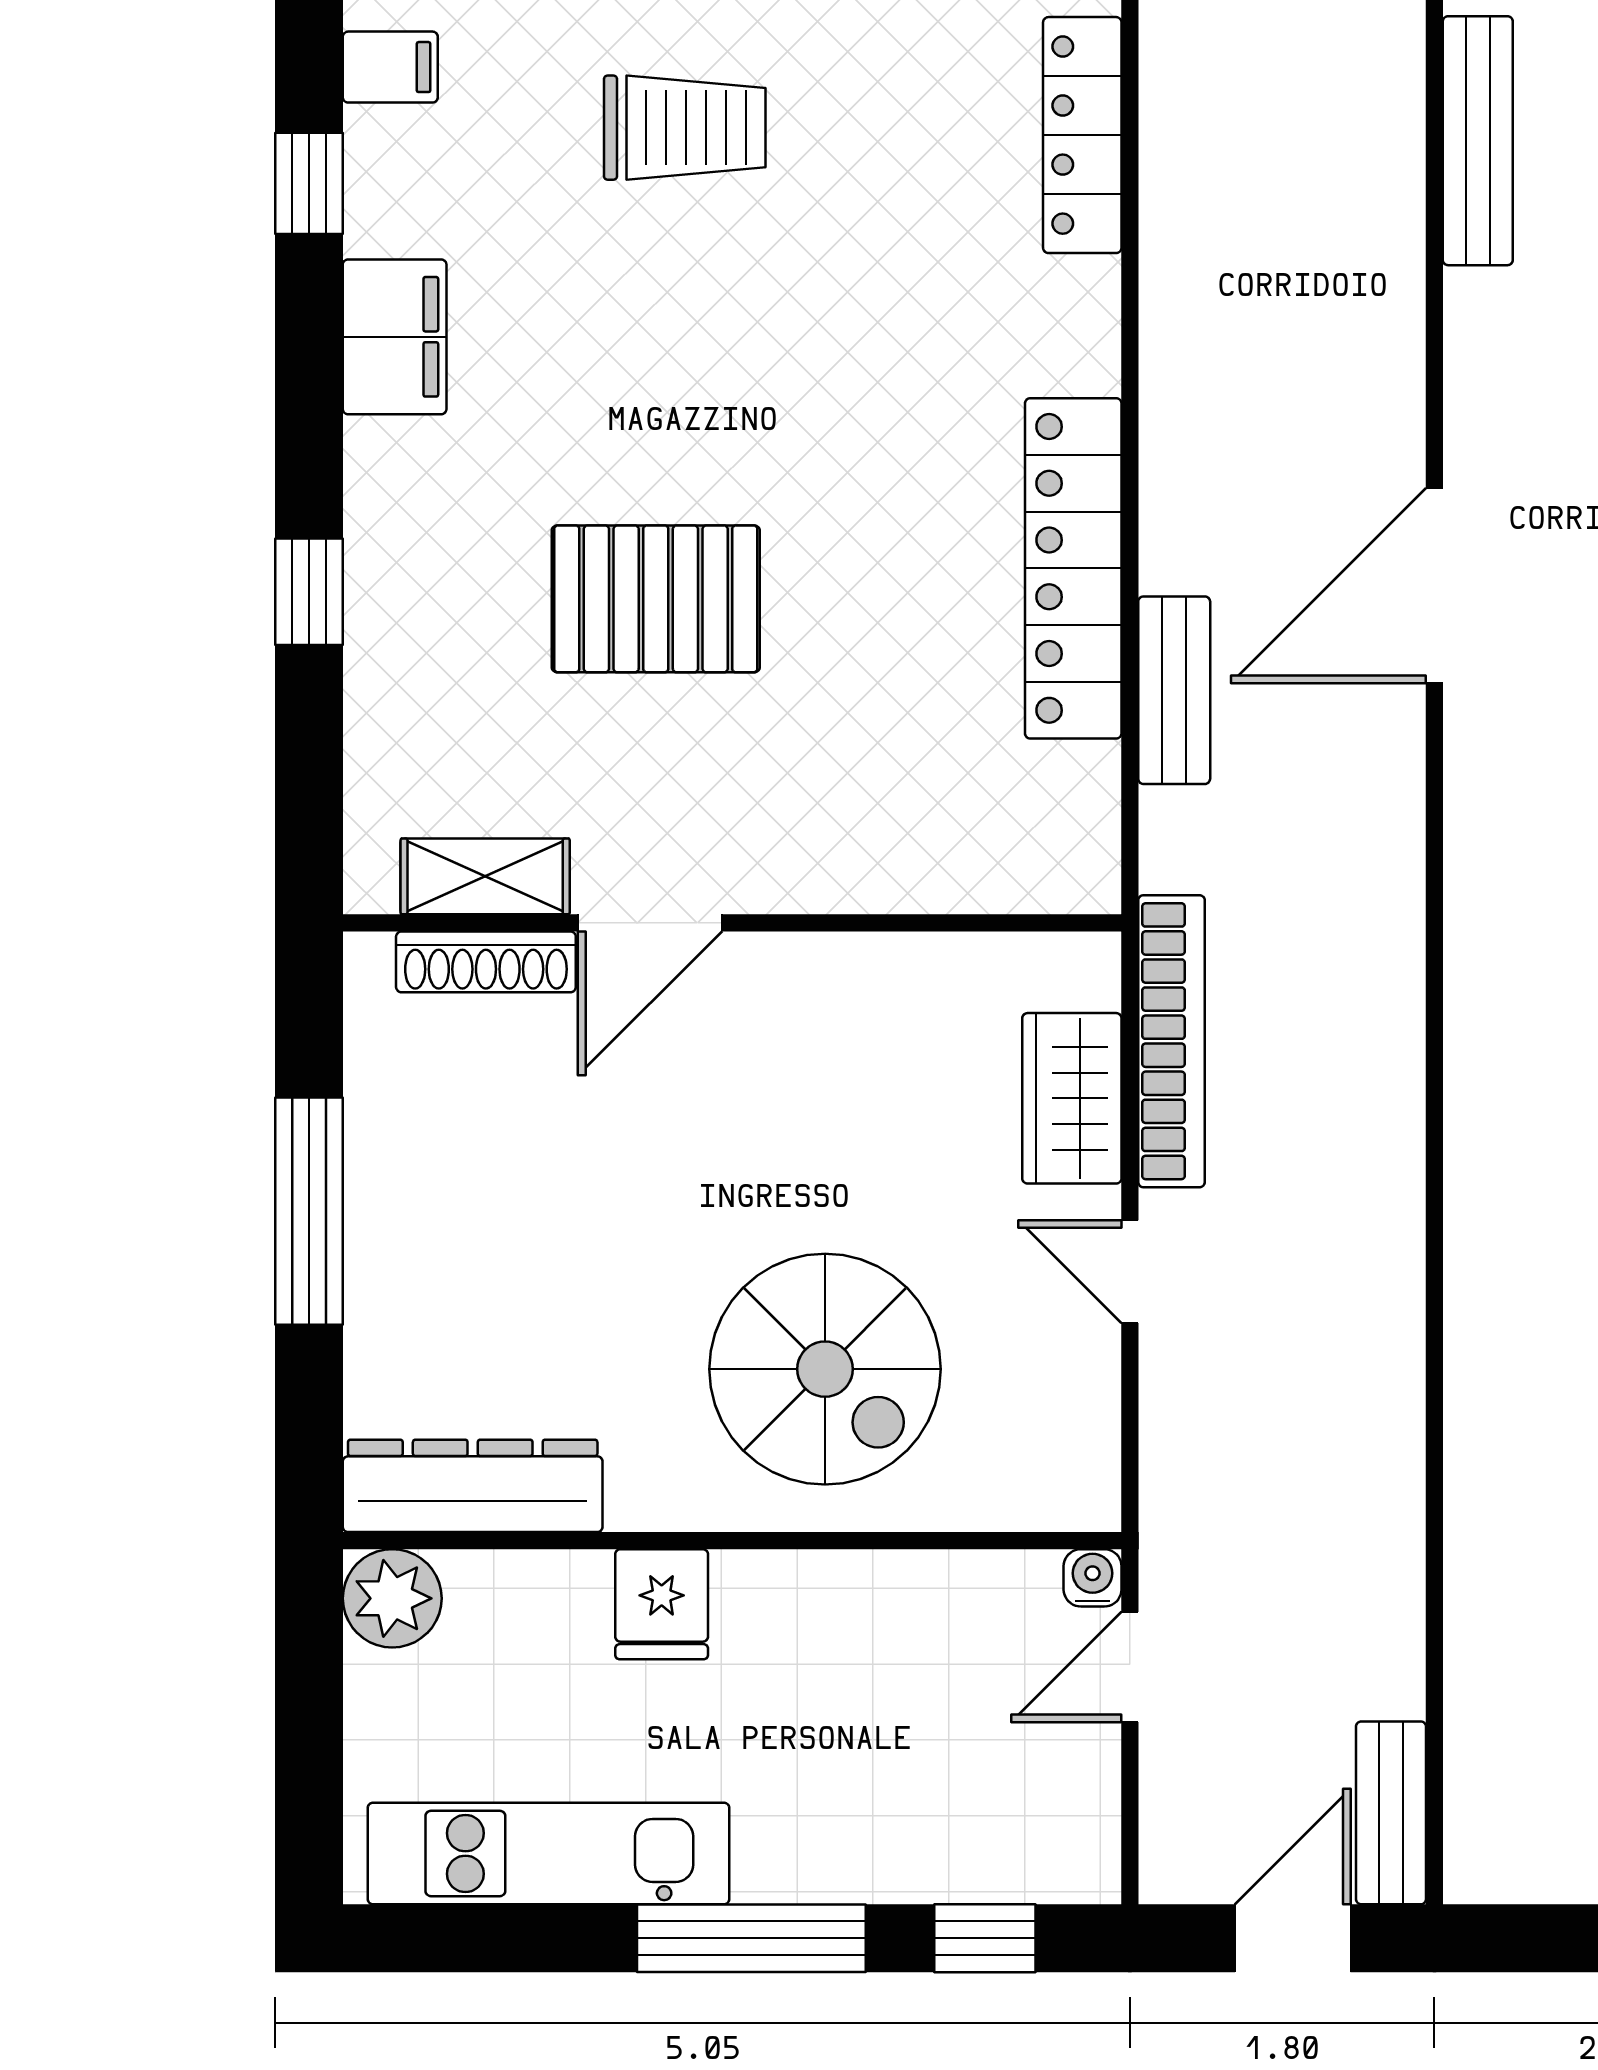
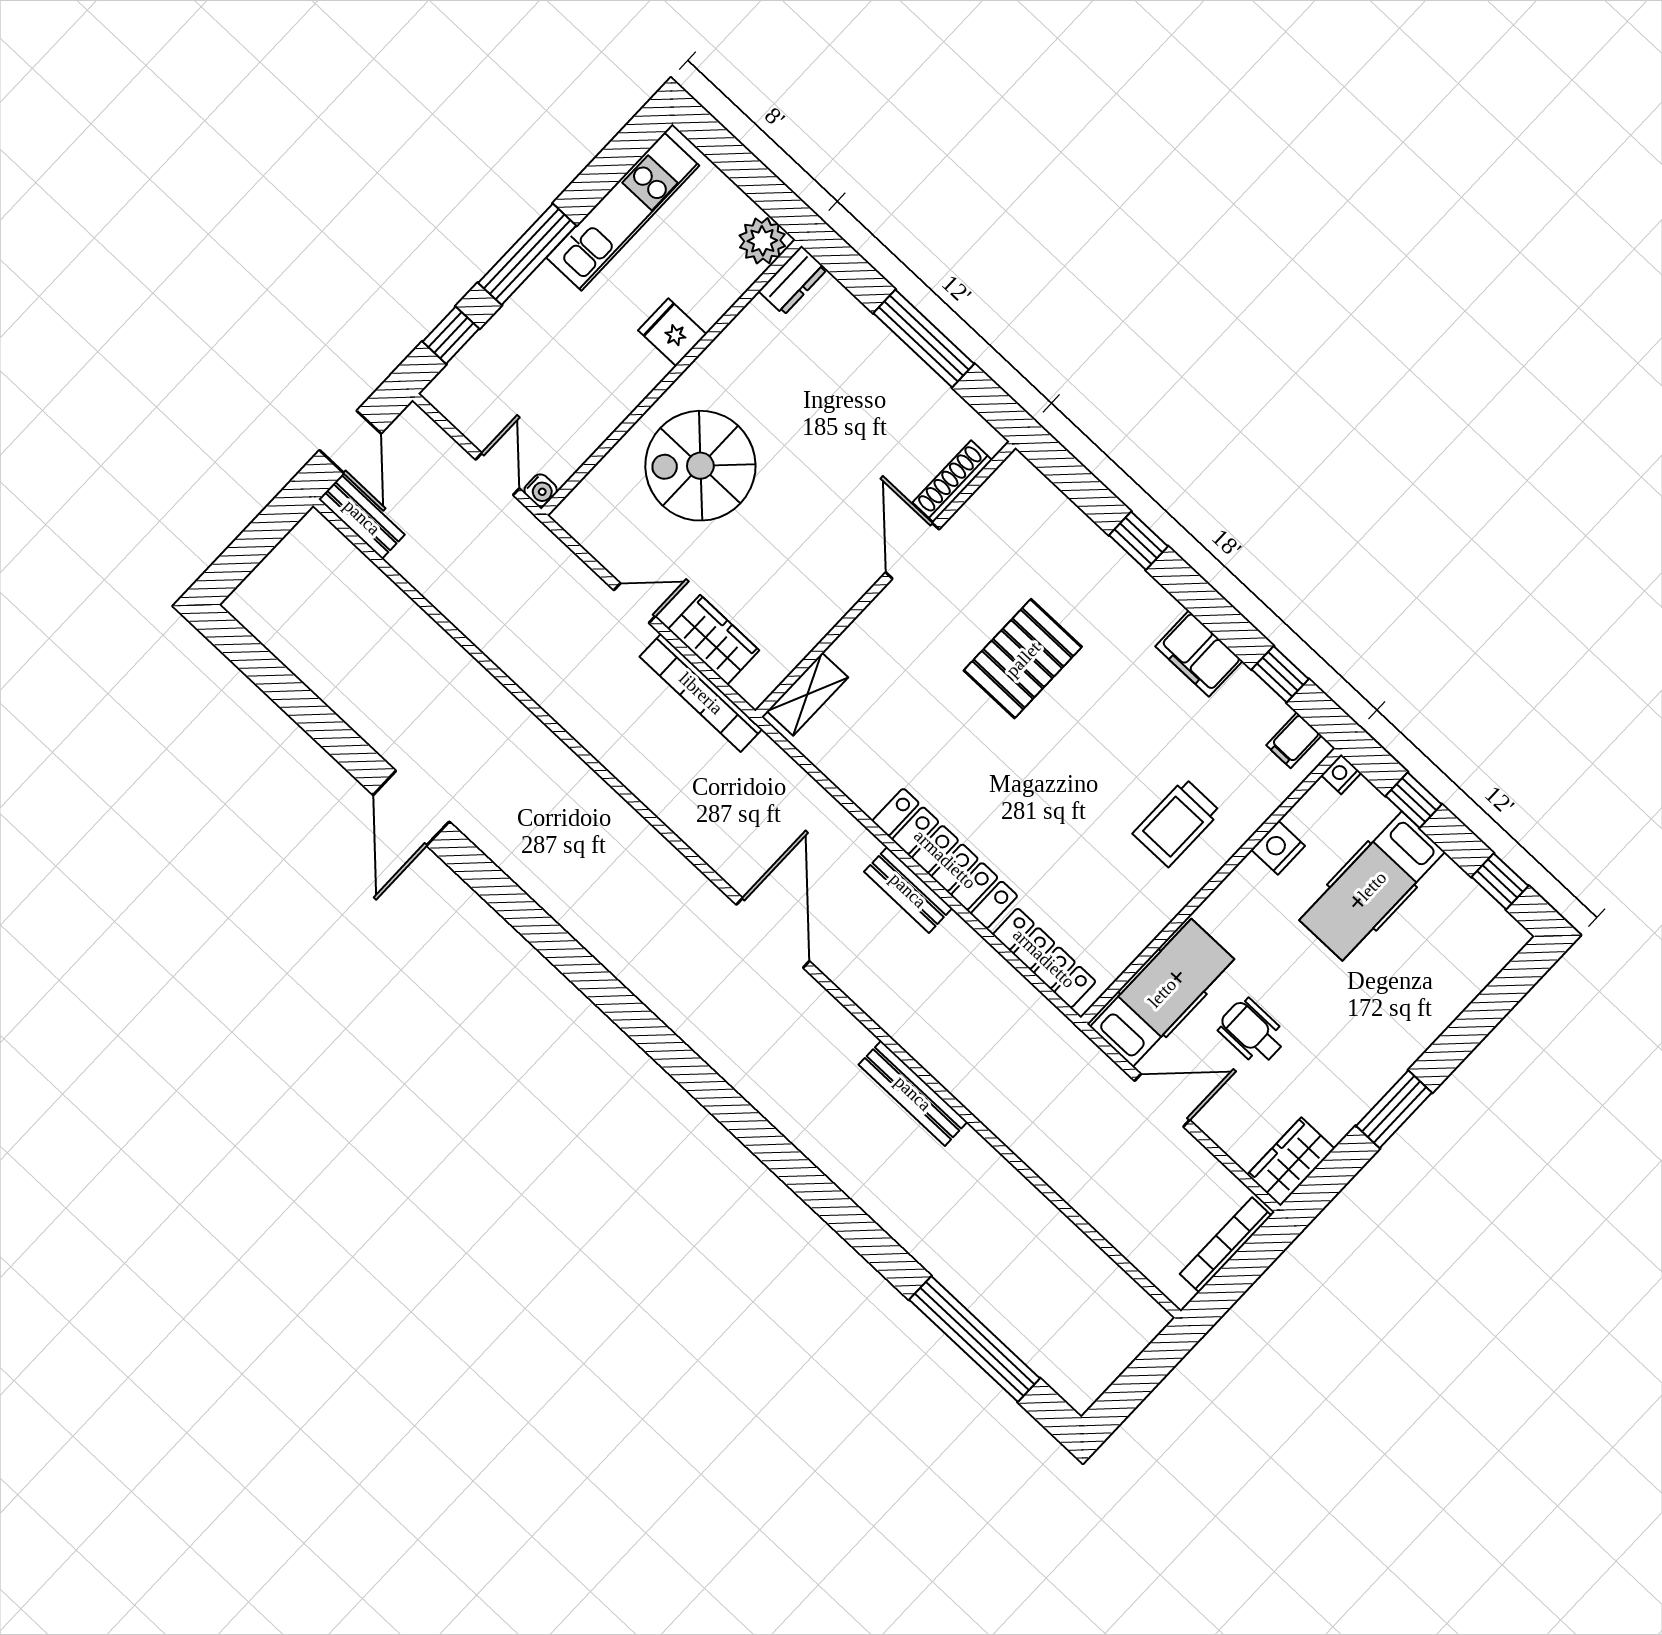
locker: (1073, 568) -> (945, 859), moved
bench: (1174, 690) -> (908, 890), moved
shelving: (485, 876) -> (808, 694), moved
dresser: (473, 1486) -> (793, 280), width x0.51, depth x0.80

